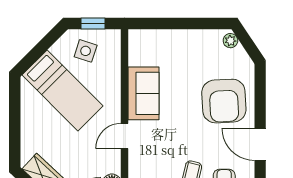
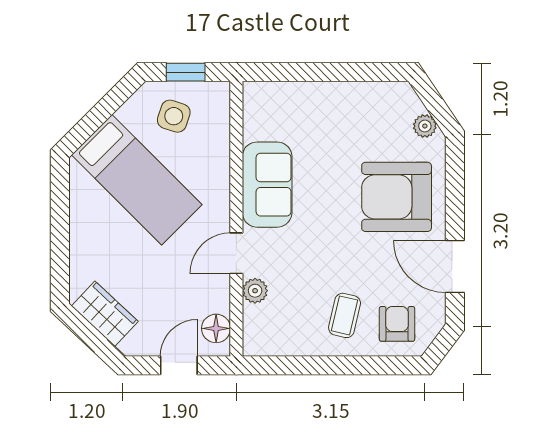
plant: (230, 41) -> (425, 126), moved
armchair: (224, 101) -> (397, 197), turned 93
plant: (136, 159) -> (255, 291), added

